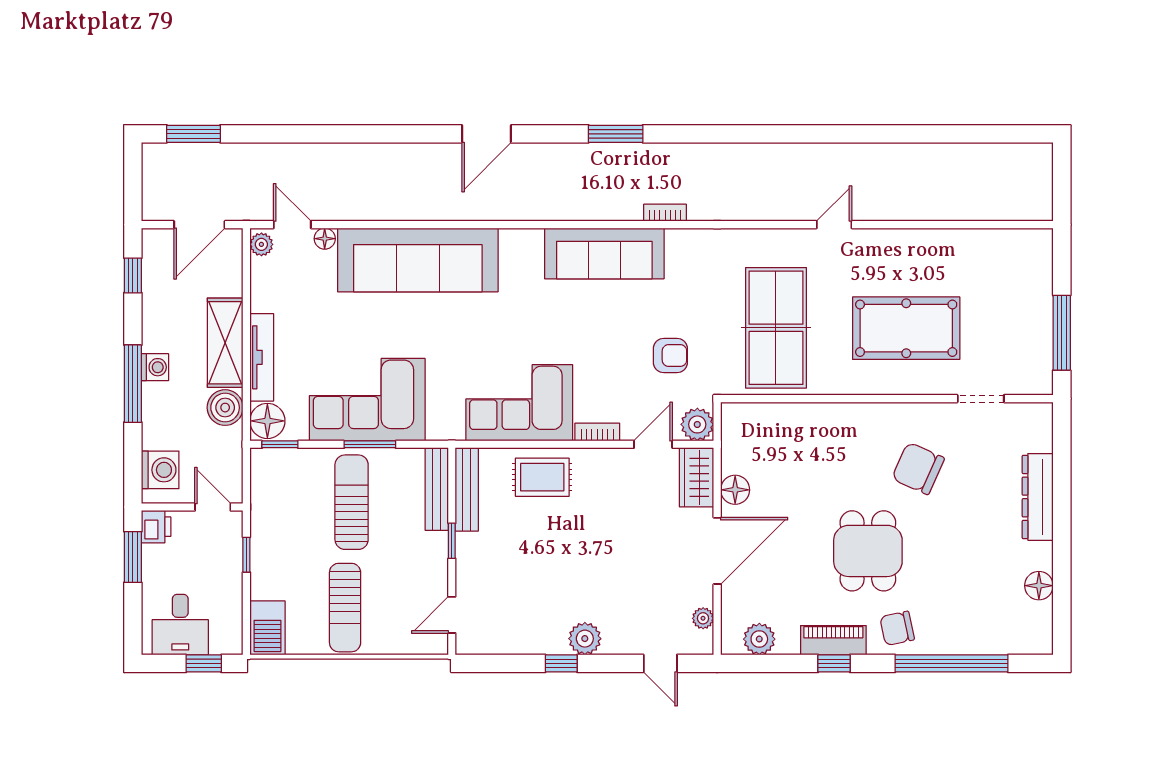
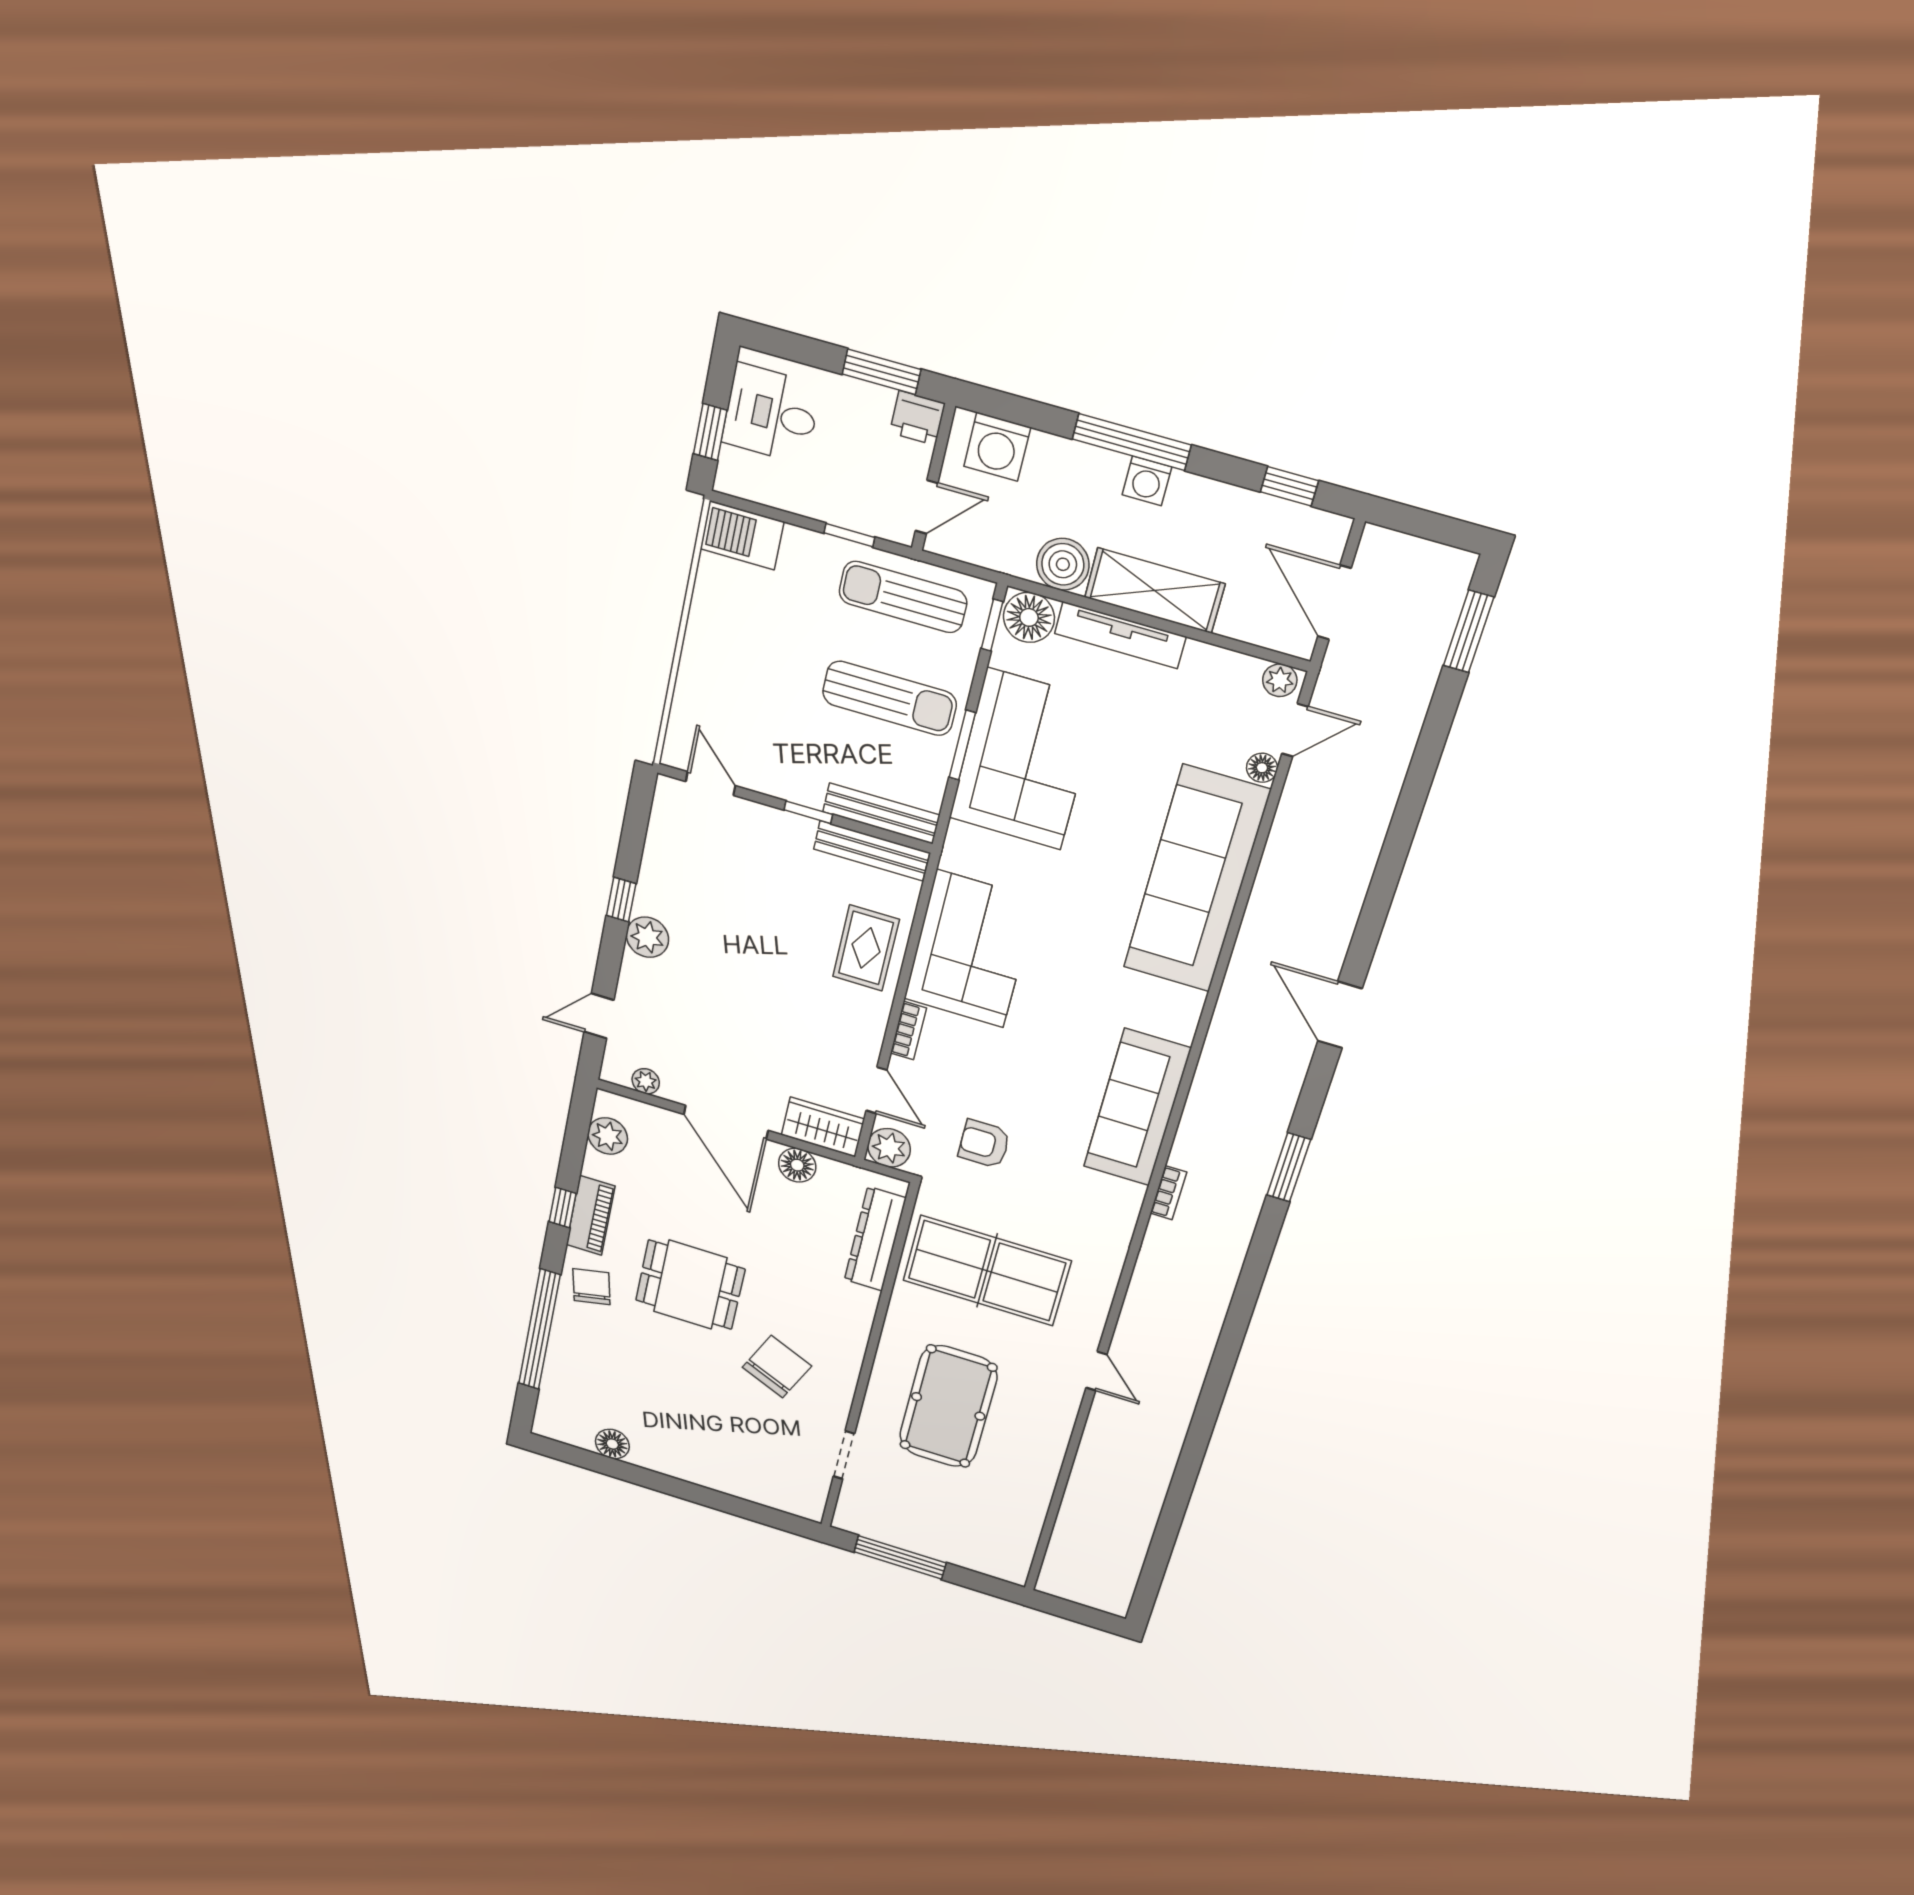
armchair: (670, 356) -> (984, 1144), turned 90
dresser: (1038, 497) -> (875, 1239), moved, turned -90
sun lounger: (345, 608) -> (903, 597), moved

